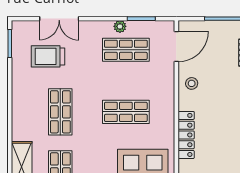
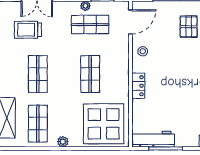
shop shelf: (126, 112) -> (90, 74), turned 90
locker: (186, 135) -> (138, 86), width x0.66

